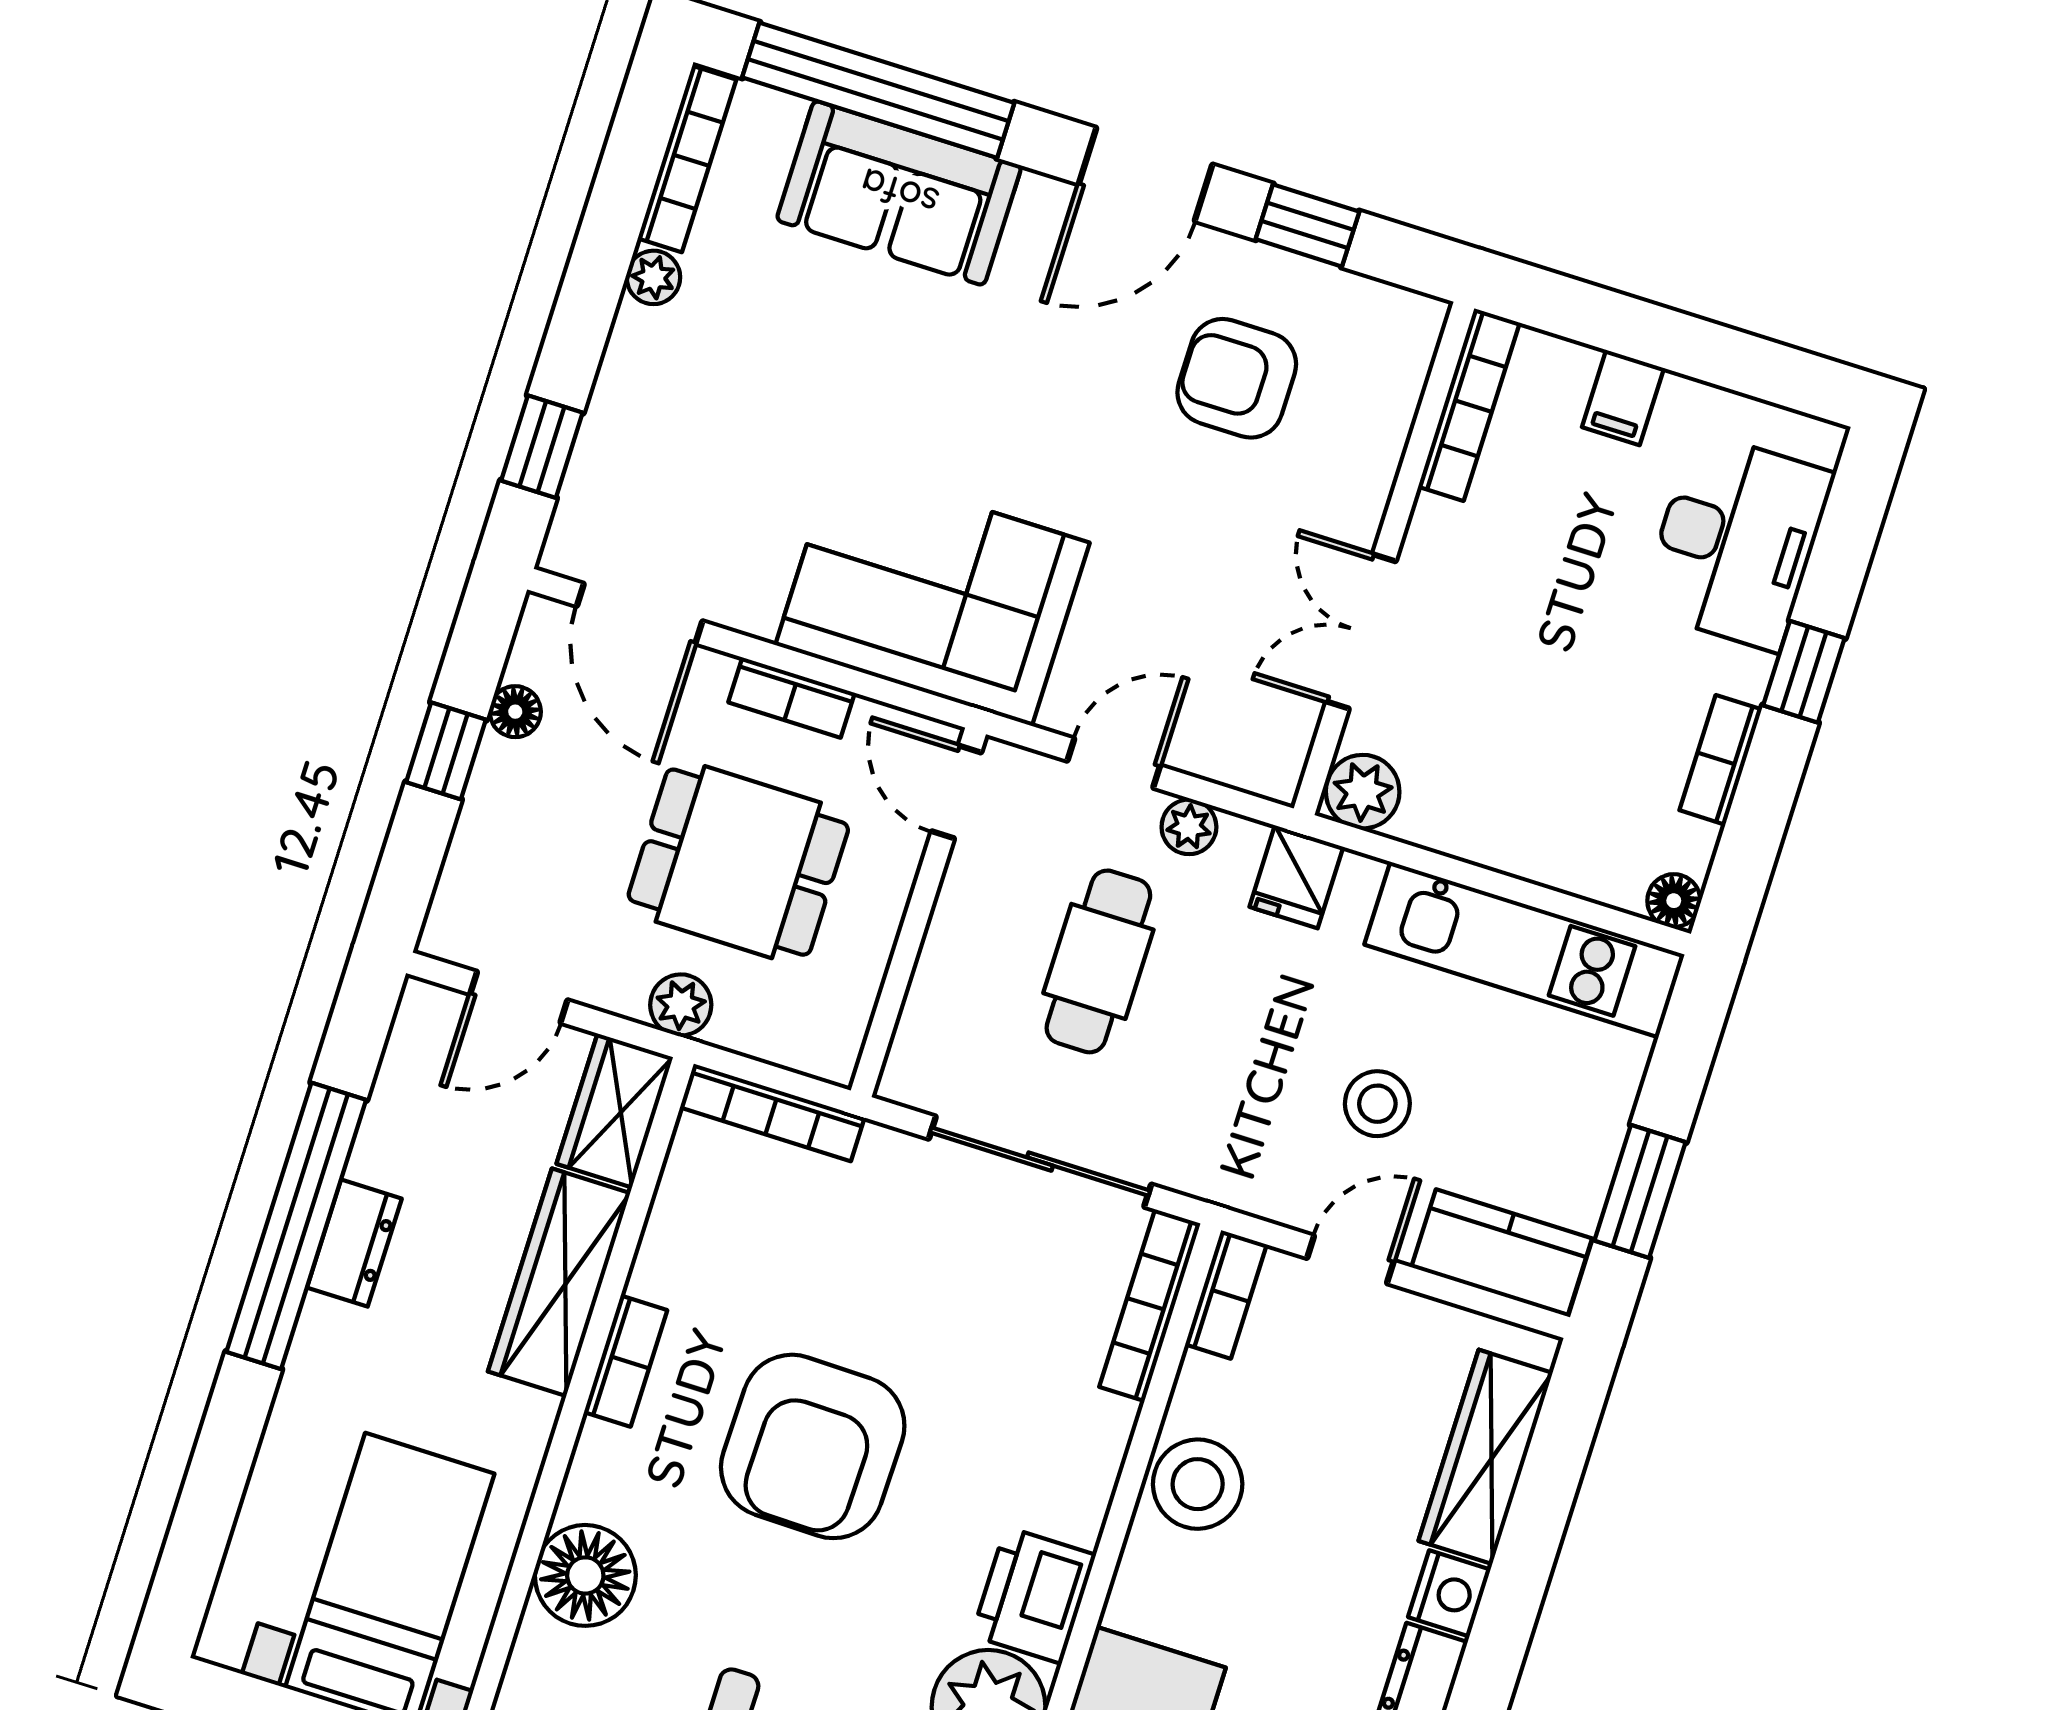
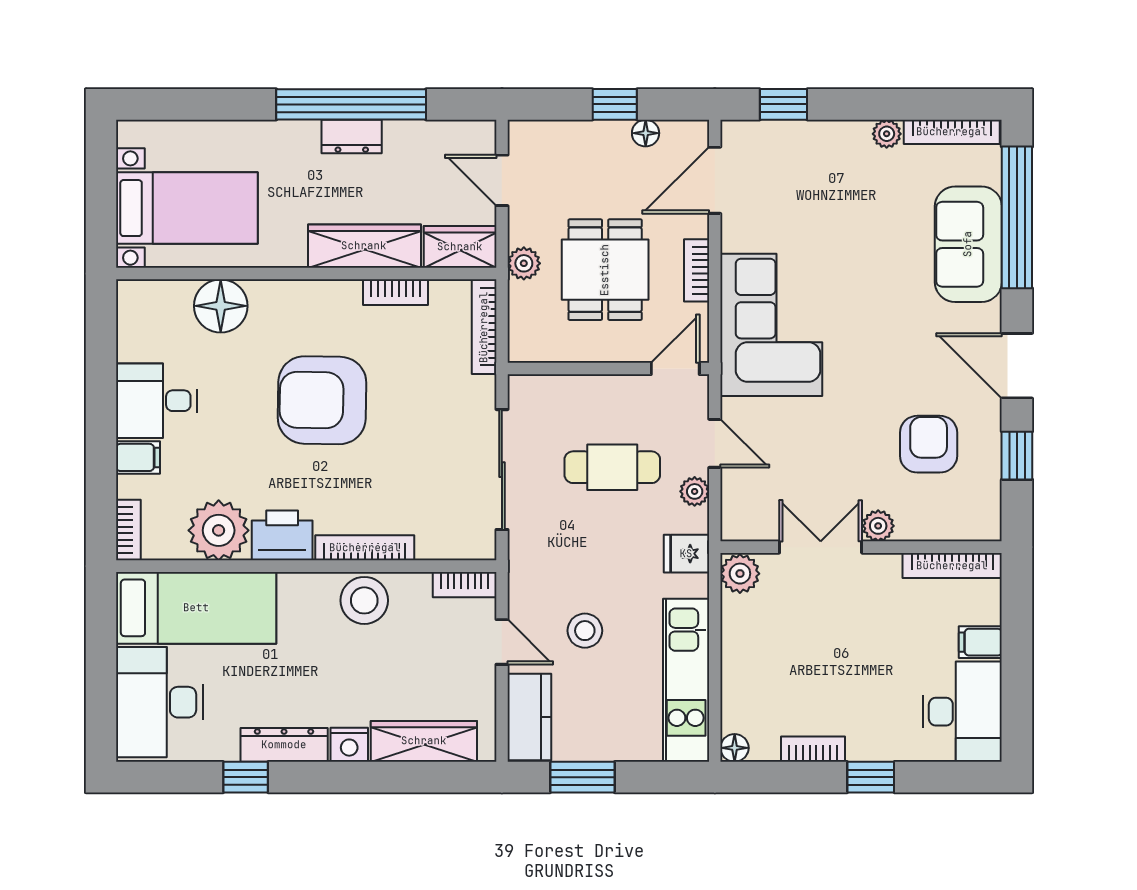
plant: (1355, 516) -> (878, 526), added
desk: (1737, 541) -> (962, 712), moved, turned -90
bookcase: (1150, 1305) -> (365, 548), moved
bookcase: (626, 1361) -> (396, 292), moved

